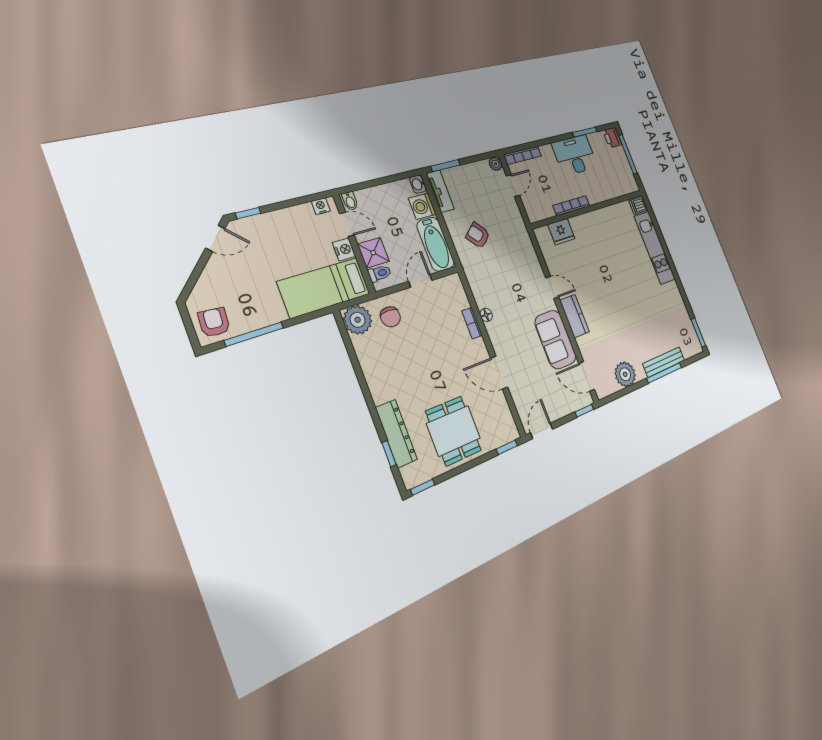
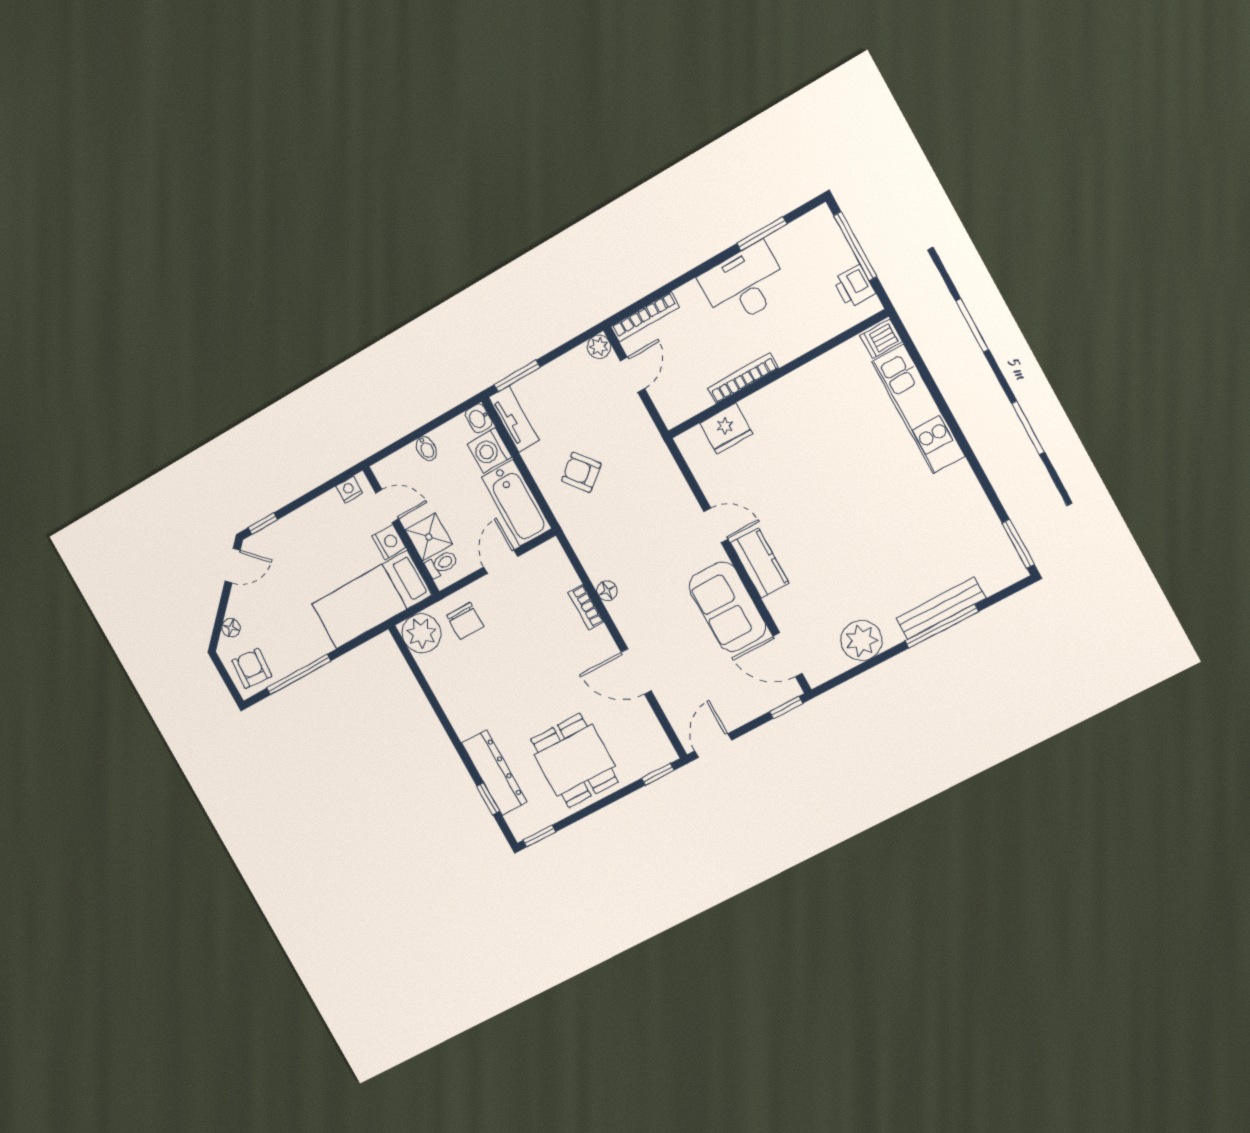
printer: (612, 138) -> (854, 286), moved
bidet: (350, 201) -> (426, 448), moved
floor lamp: (203, 286) -> (231, 628), added

